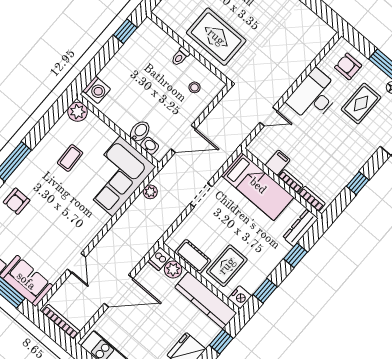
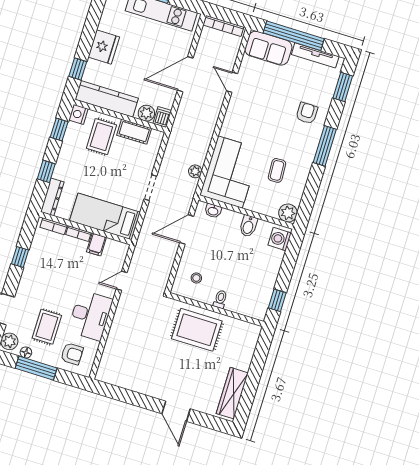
bidet: (140, 131) -> (248, 226), moved

